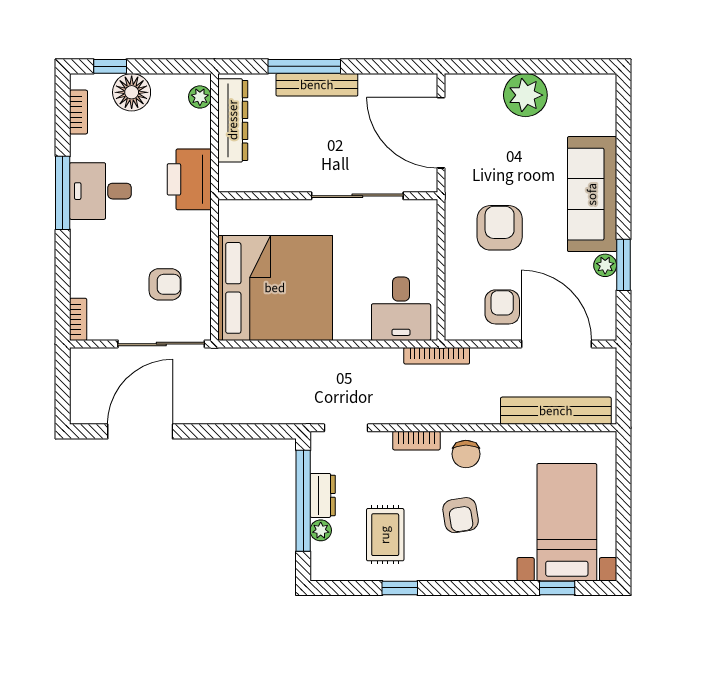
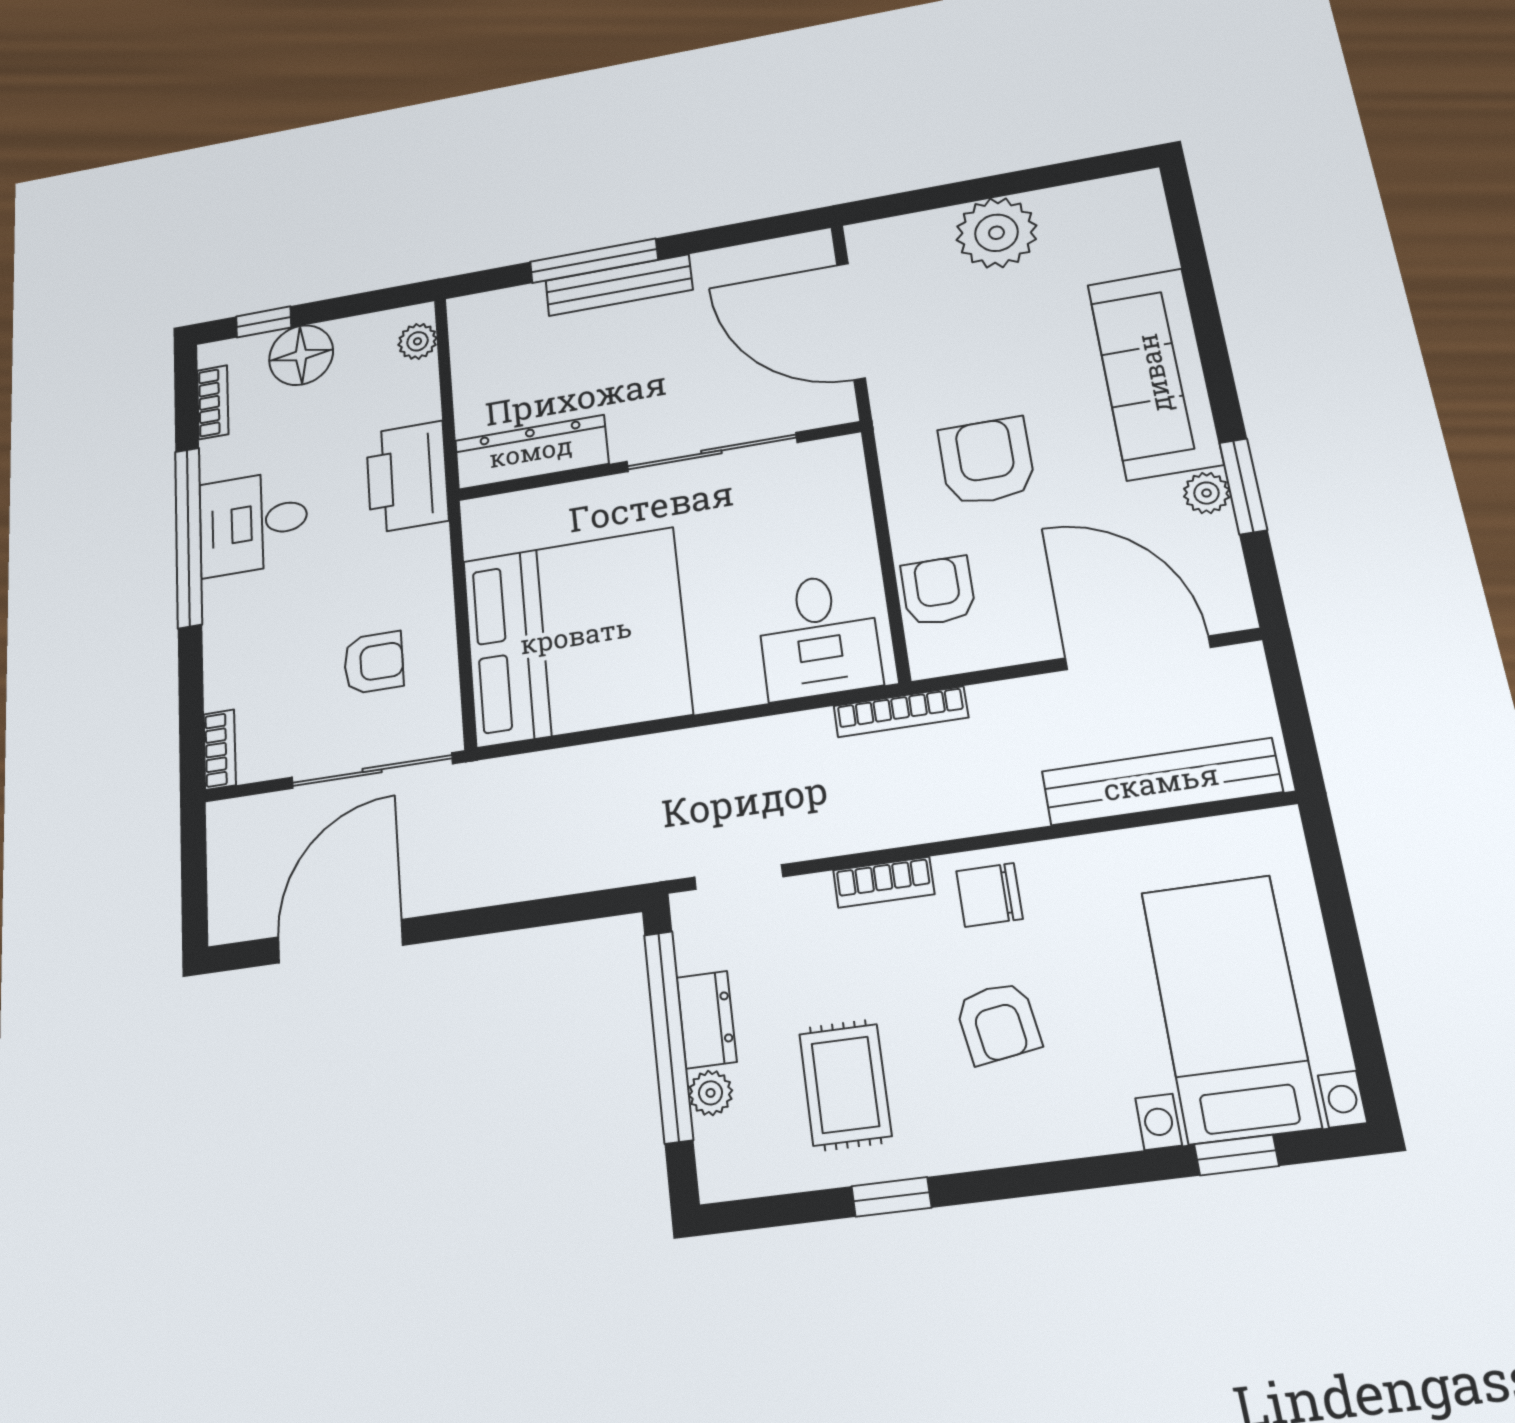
dresser: (233, 120) -> (531, 452), moved, turned -90
window: (63, 193) -> (189, 537), width x1.46
armchair: (502, 307) -> (938, 591), moved
chair: (466, 454) -> (989, 895), turned 90

